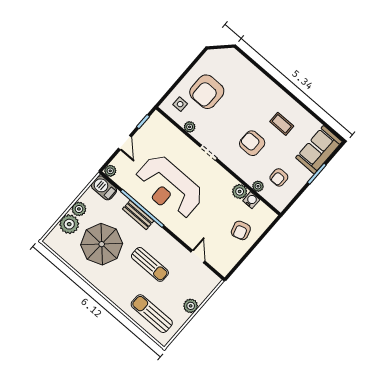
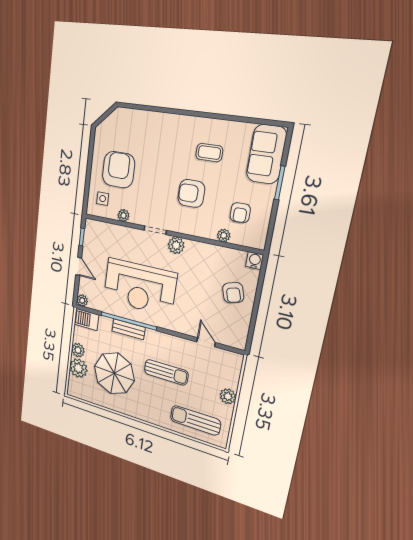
armchair: (207, 92) -> (119, 170), turned 180
plant: (240, 191) -> (176, 245), moved
water cooler: (251, 200) -> (255, 261), moved

